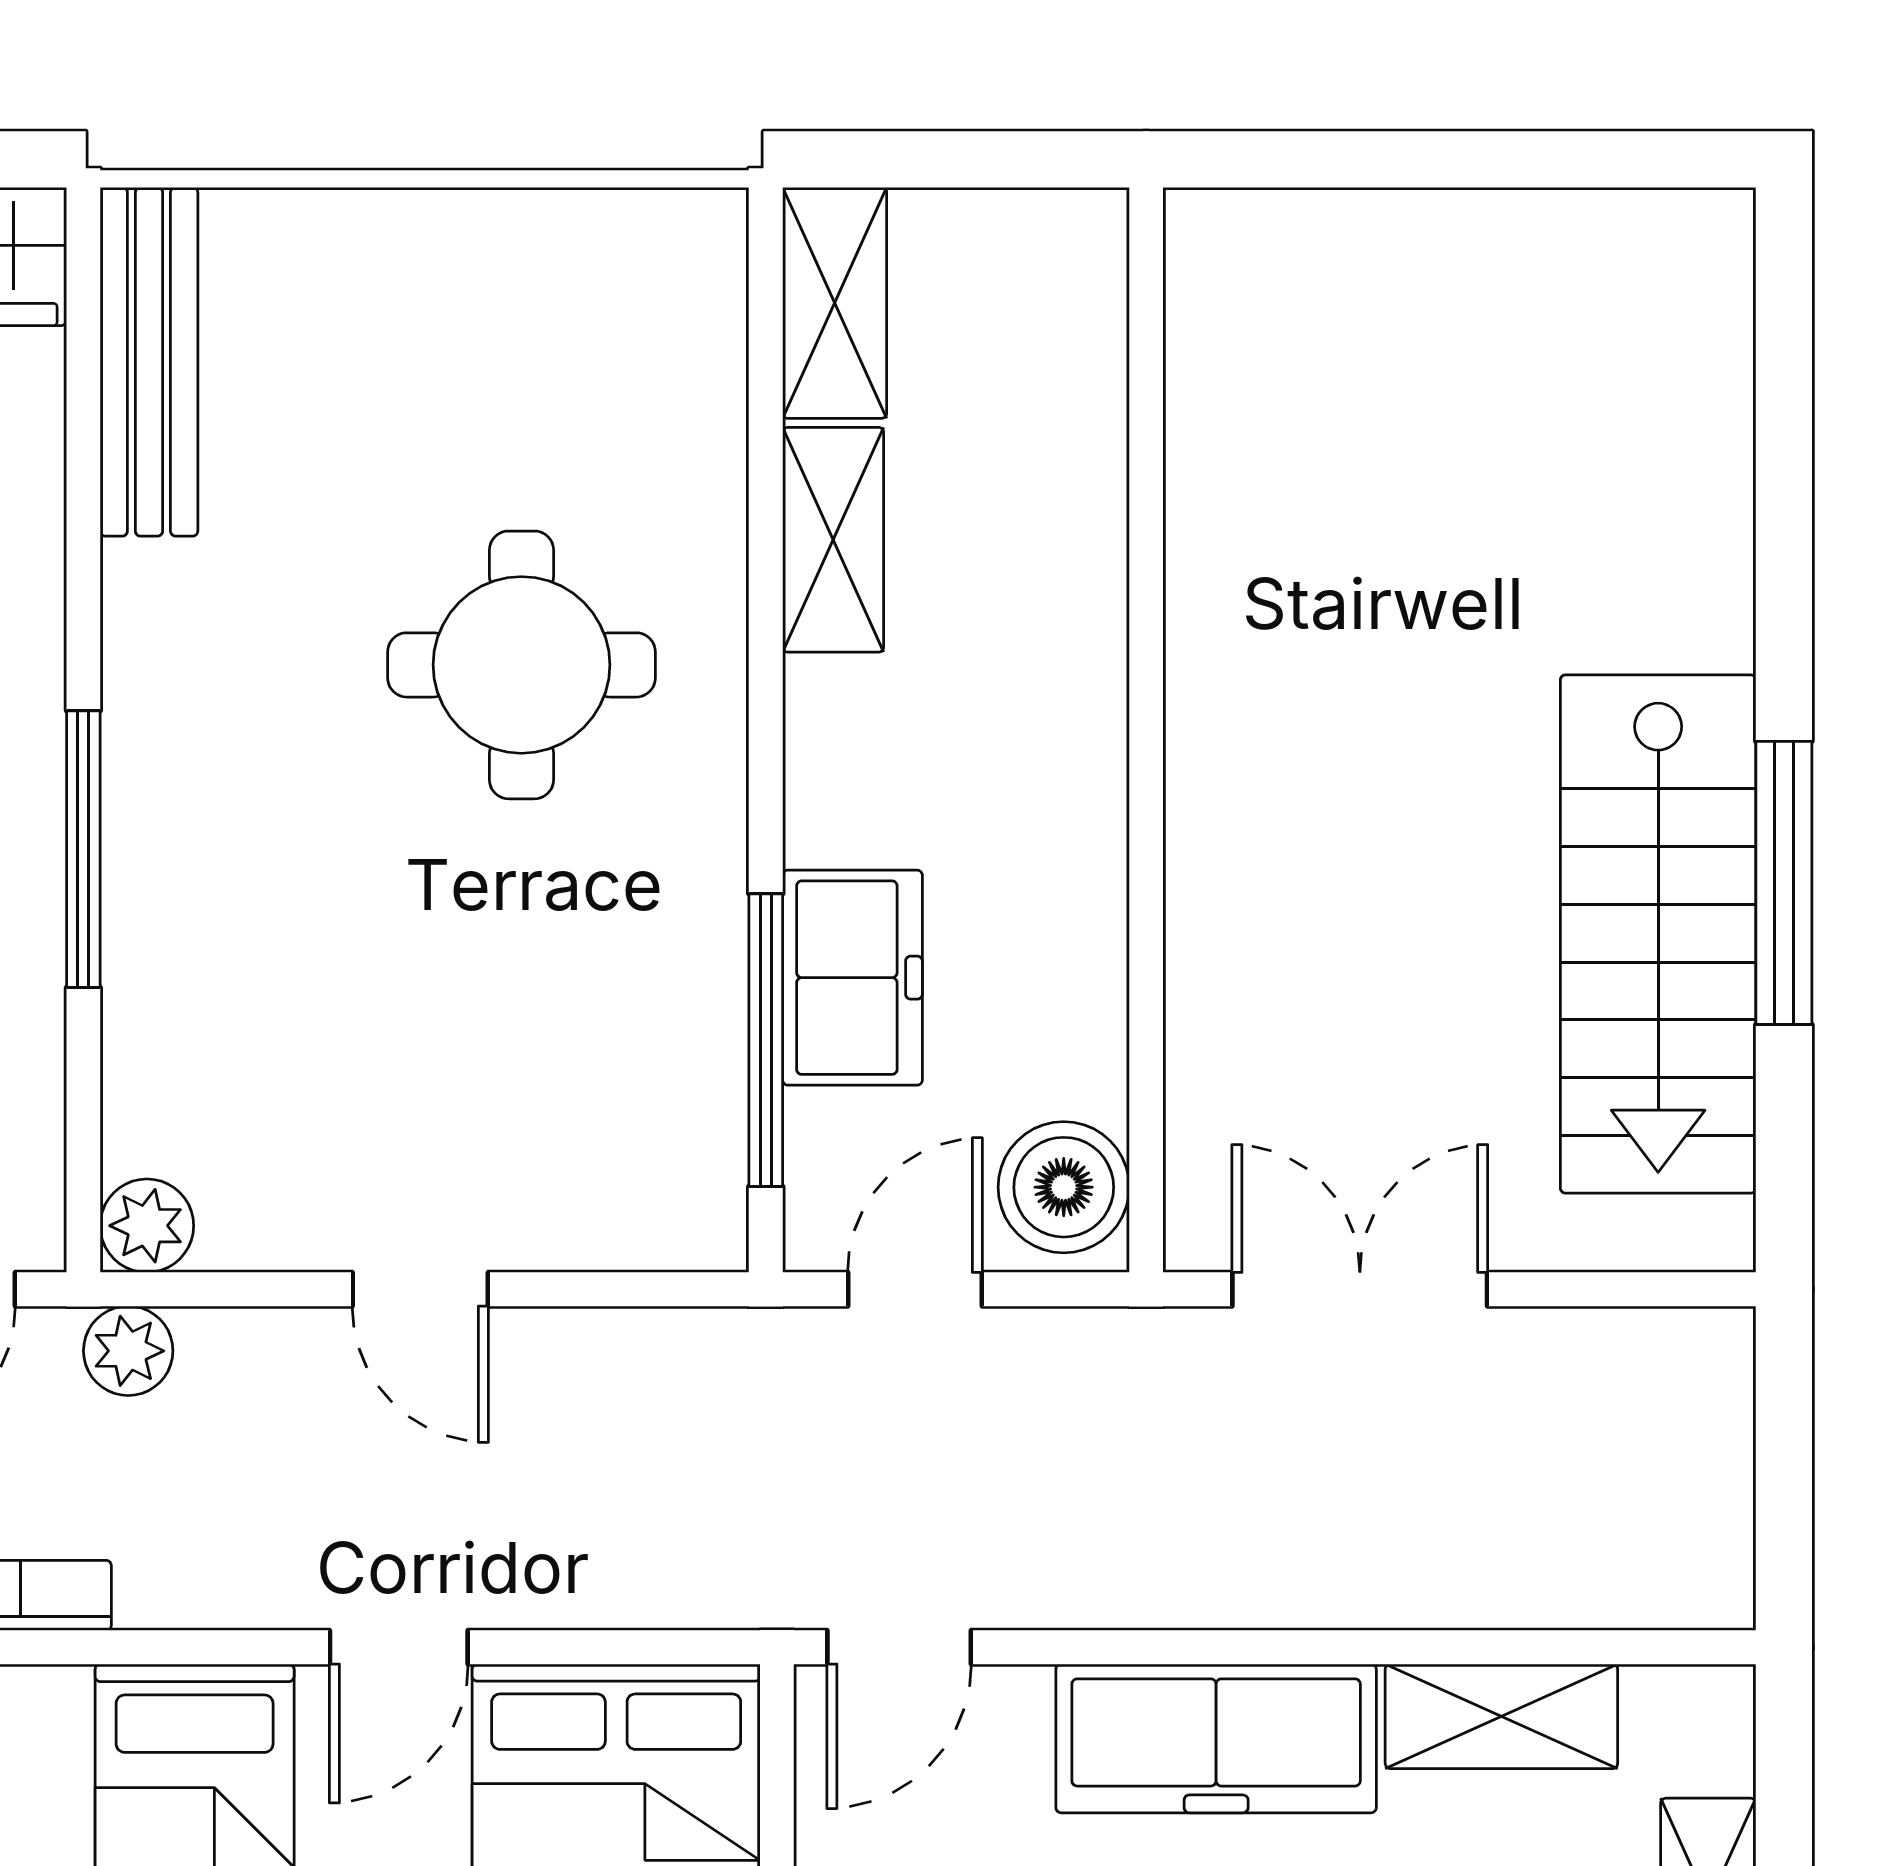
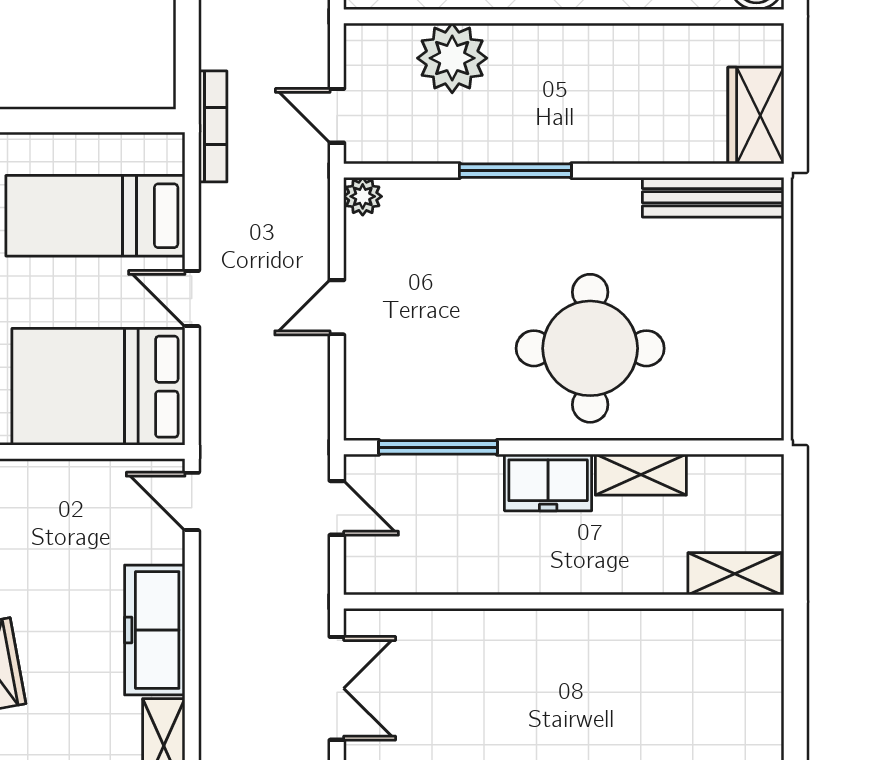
shelving: (835, 303) -> (735, 574), moved
round table: (521, 665) -> (590, 348), width x1.36, depth x1.36
freezer: (852, 978) -> (548, 483), moved
boiler: (1064, 1187) -> (378, 568), removed
plant: (128, 1351) -> (312, 189), removed

